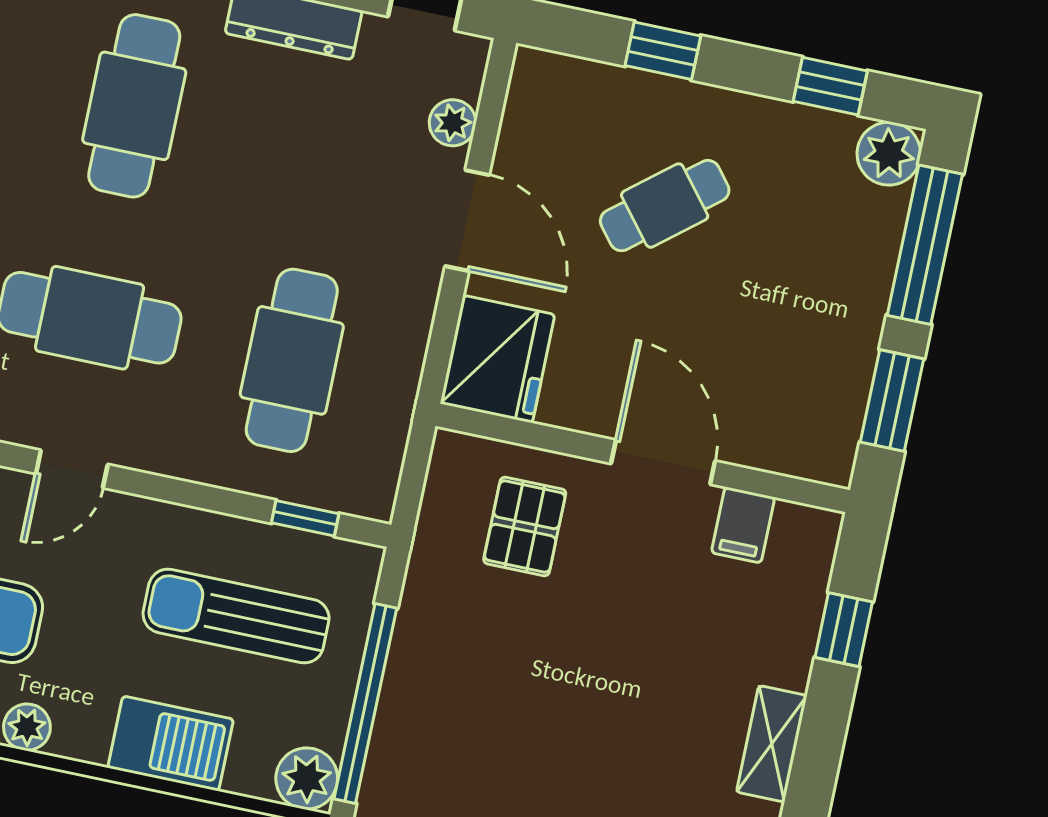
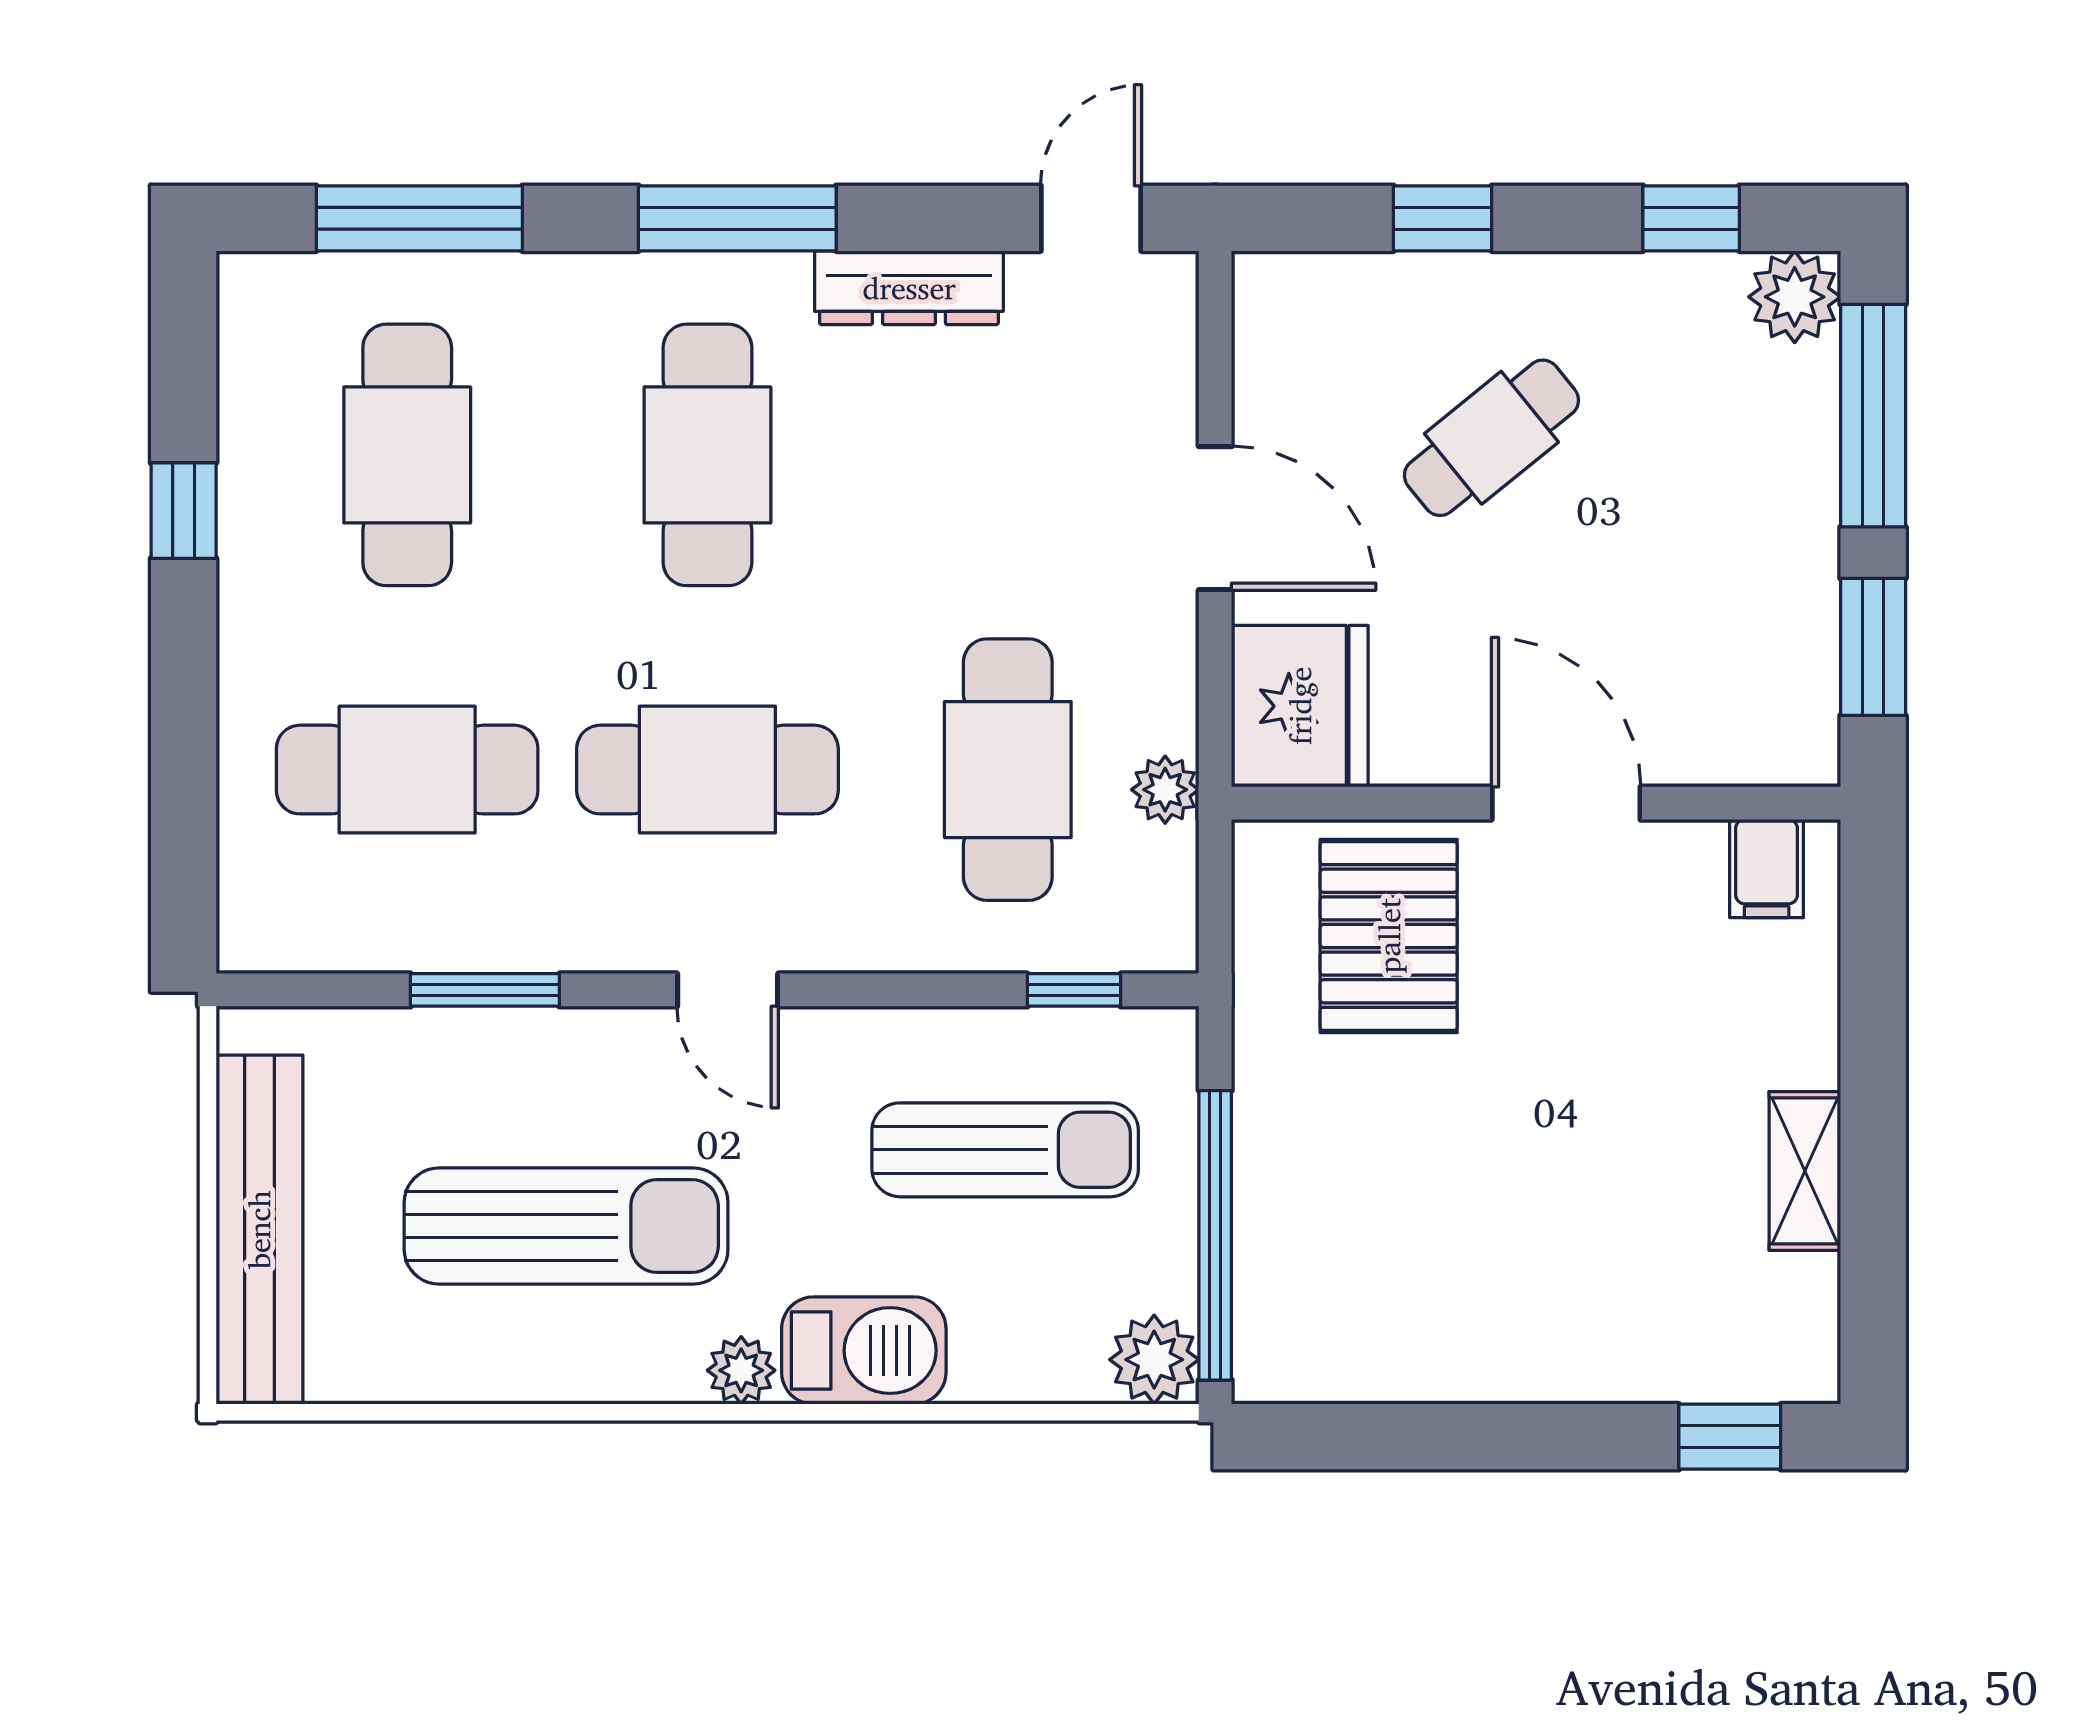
plant: (453, 123) -> (1165, 790), moved
door: (72, 469) -> (728, 990), hinge flipped
filing cabinet: (743, 525) -> (1767, 869), moved
pallet: (525, 526) -> (1389, 936), width x1.50, depth x1.42
sun lounger: (236, 616) -> (1005, 1150), turned 180
window: (844, 630) -> (1873, 987), removed
barbecue: (171, 743) -> (864, 1351), moved

